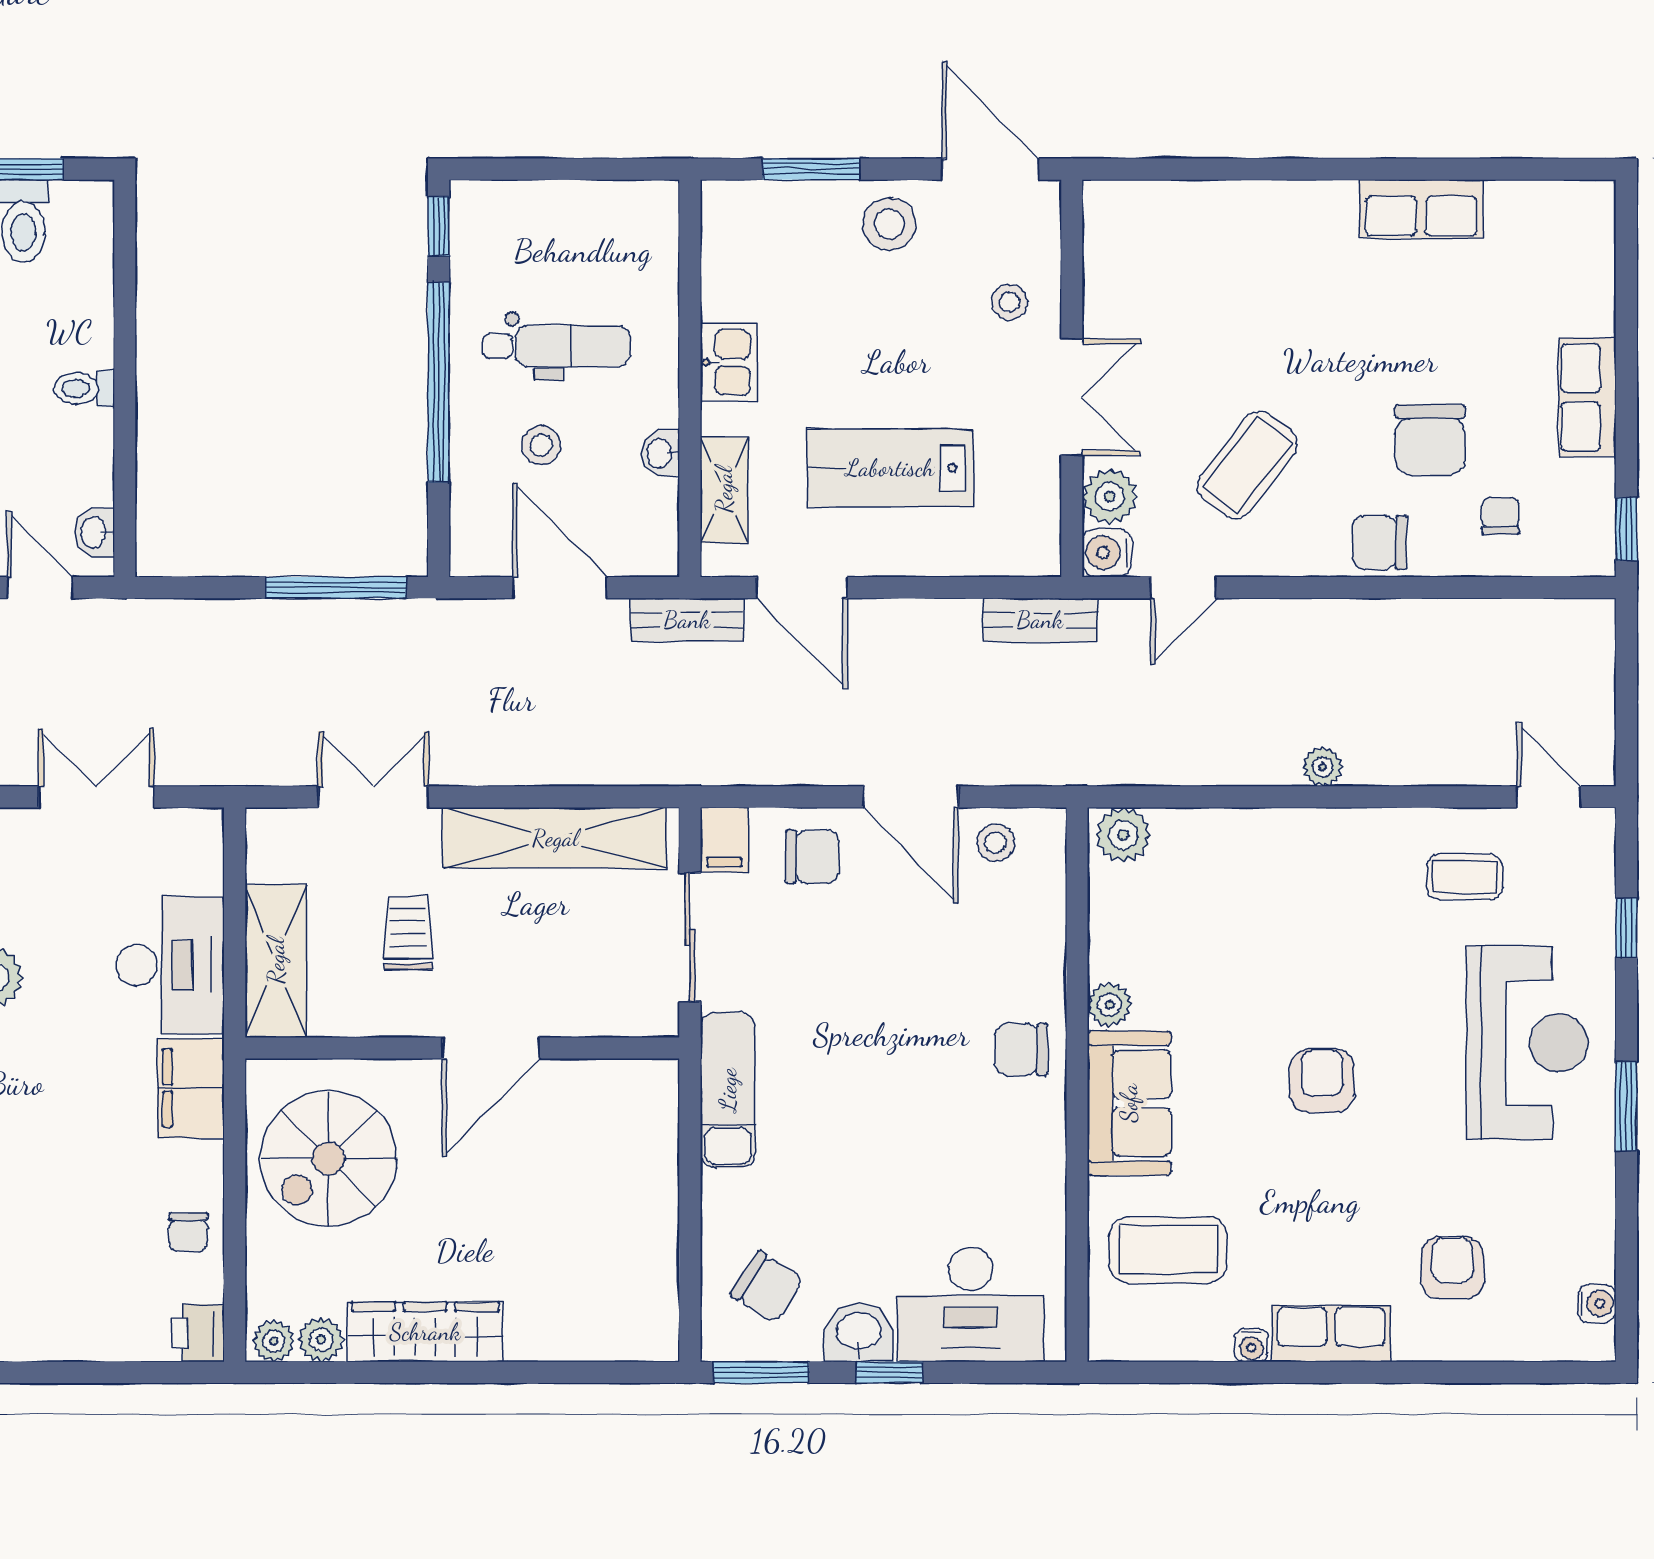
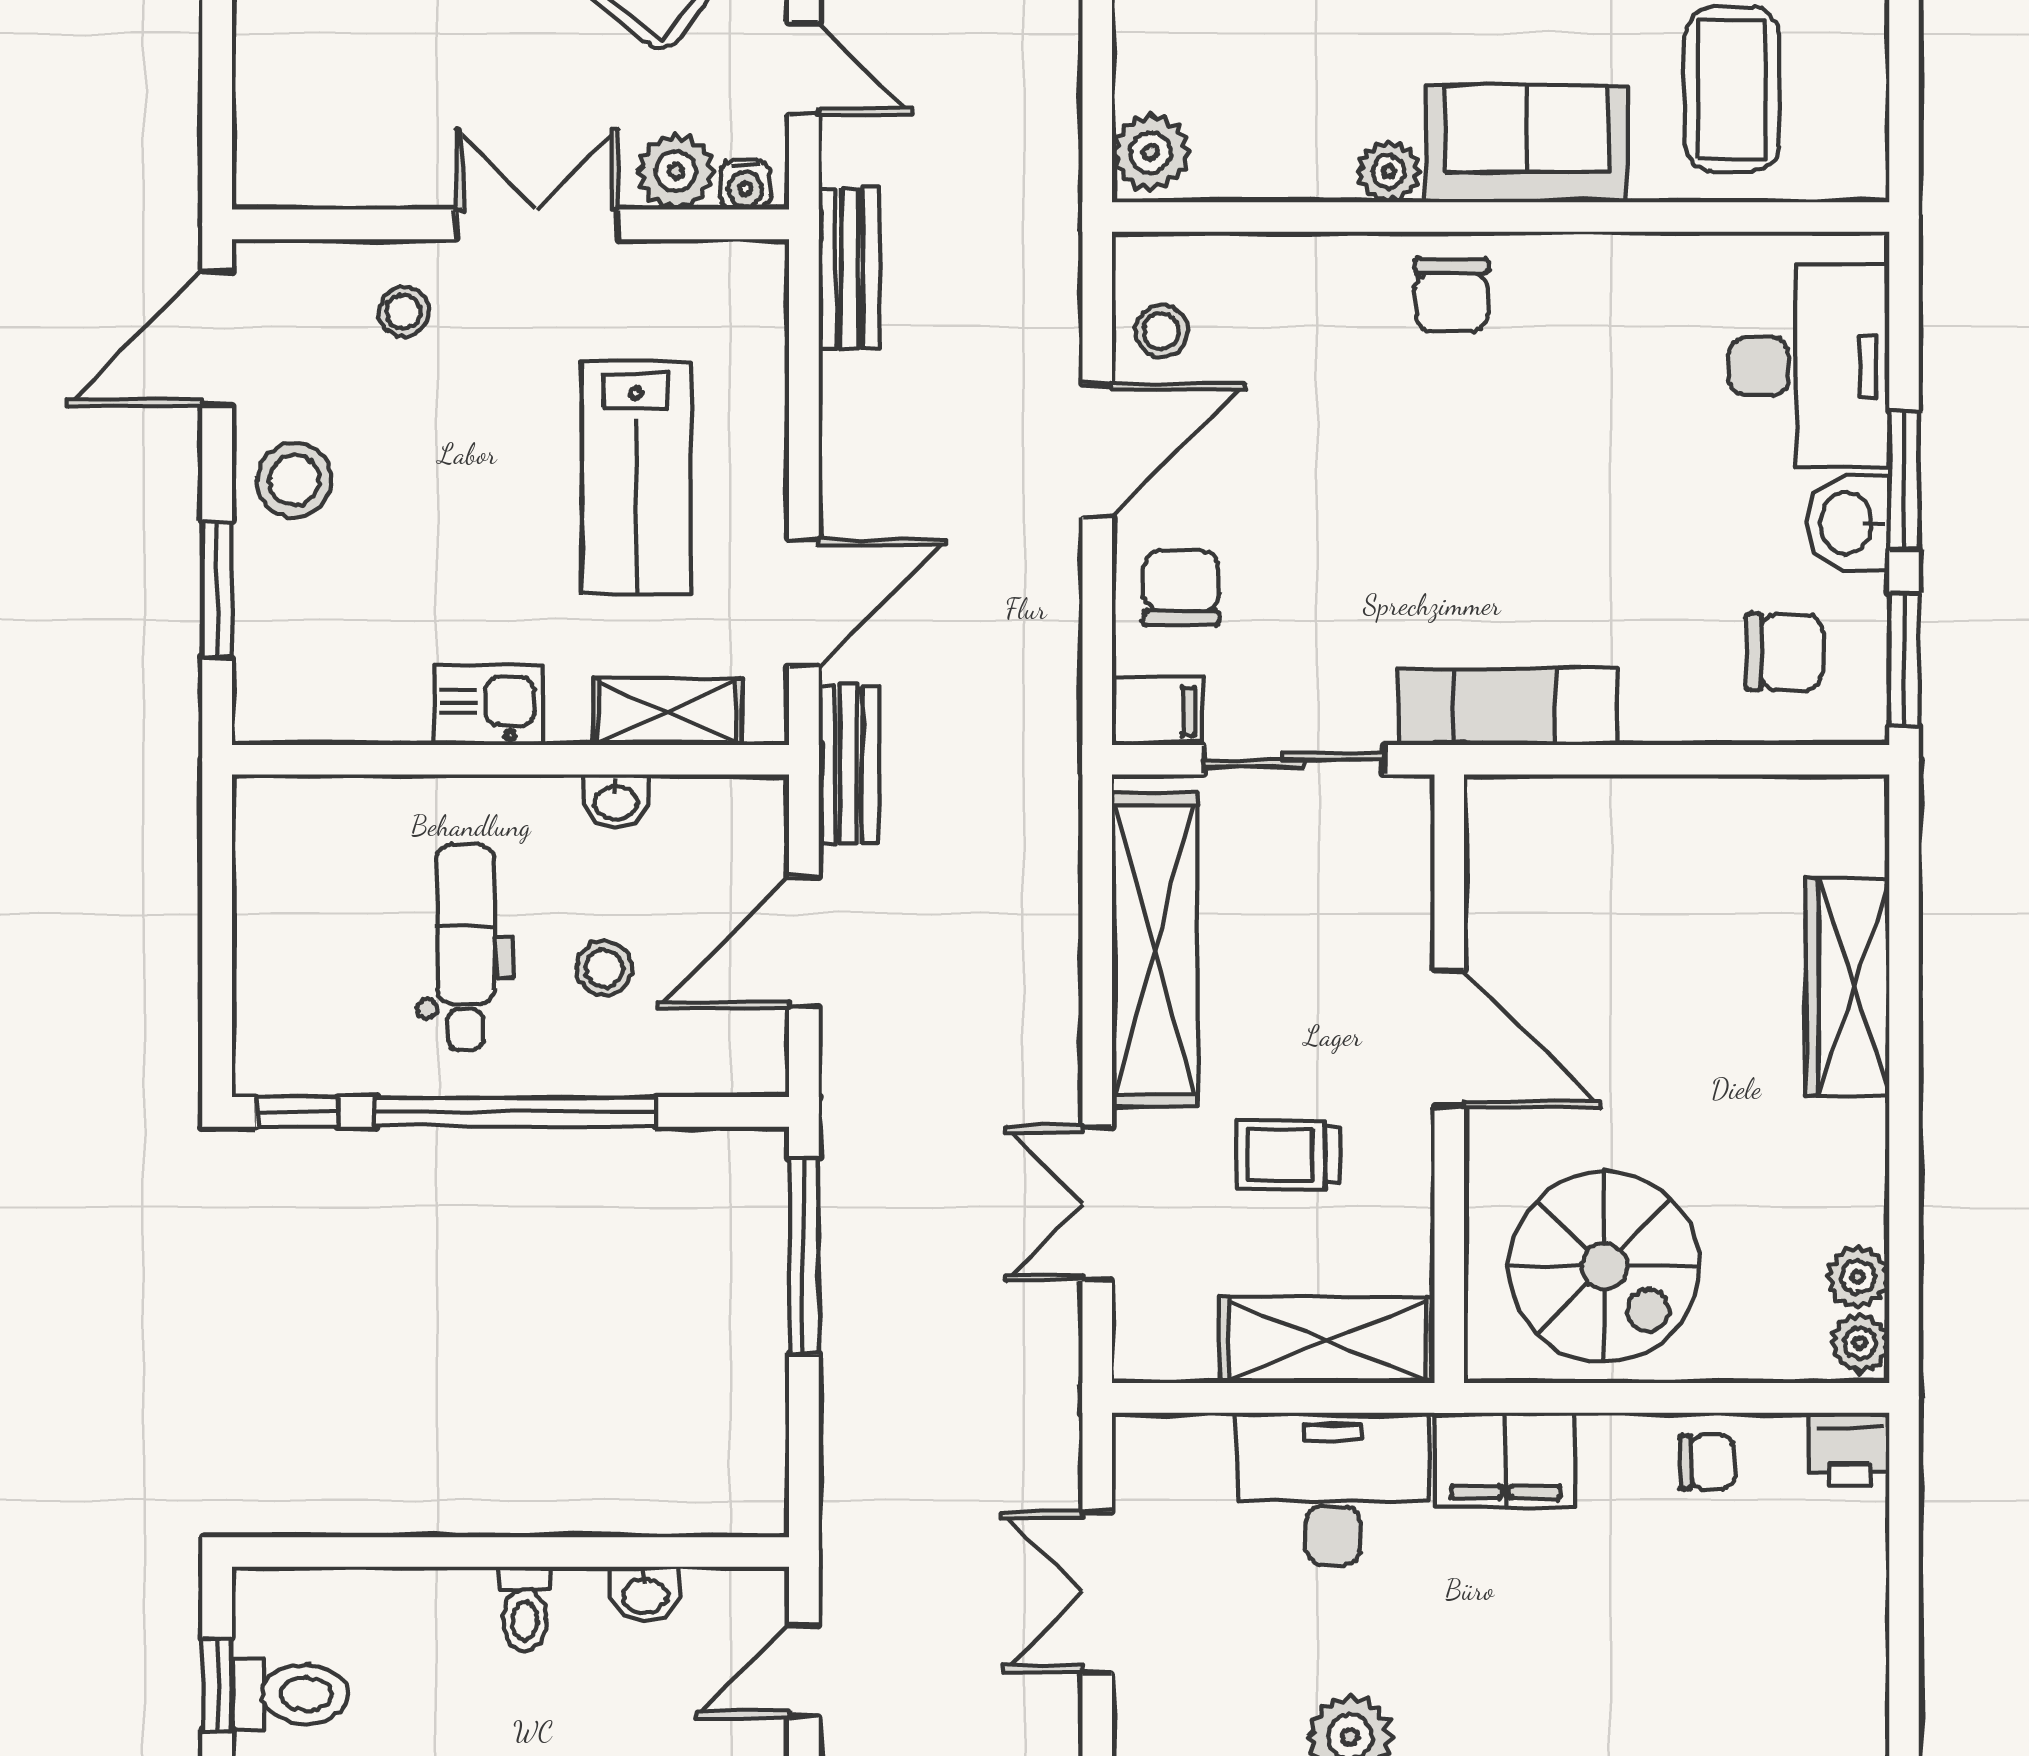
washbasin: (94, 532) -> (645, 1594), moved
water cooler: (1107, 553) -> (745, 185), width x0.72, depth x0.72
chair: (767, 1287) -> (1784, 652), turned 57
wardrobe: (425, 1332) -> (1847, 987), moved
window: (889, 1372) -> (1904, 480), width x1.50

